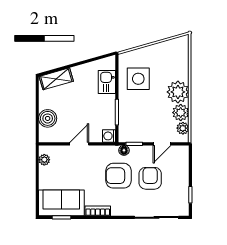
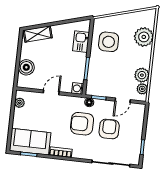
plant: (178, 92) -> (144, 37), moved

